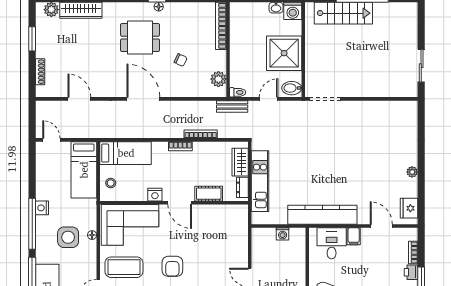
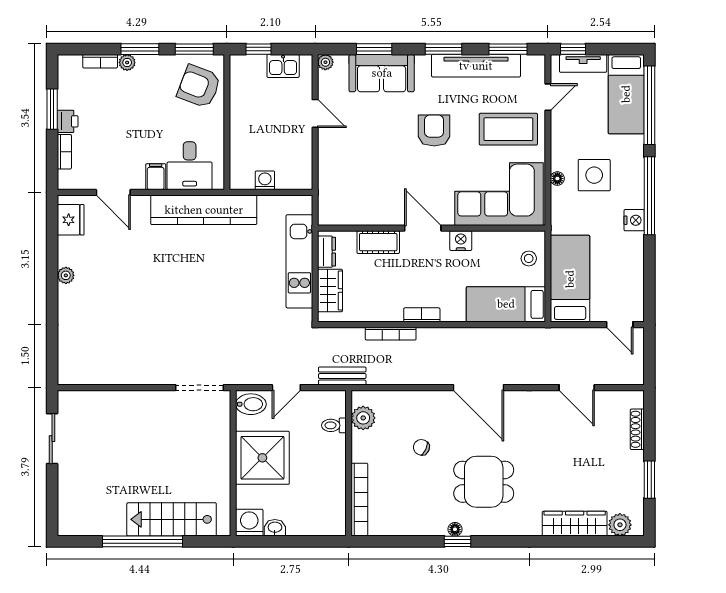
toilet: (238, 92) -> (334, 425), moved

